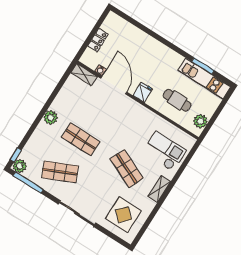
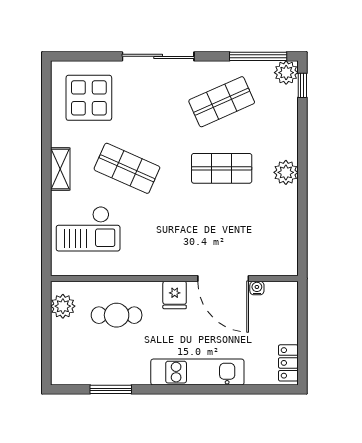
locker: (98, 40) -> (288, 363), moved
shelving: (84, 74) -> (277, 266), removed
kitchen unit: (204, 79) -> (197, 372), moved

